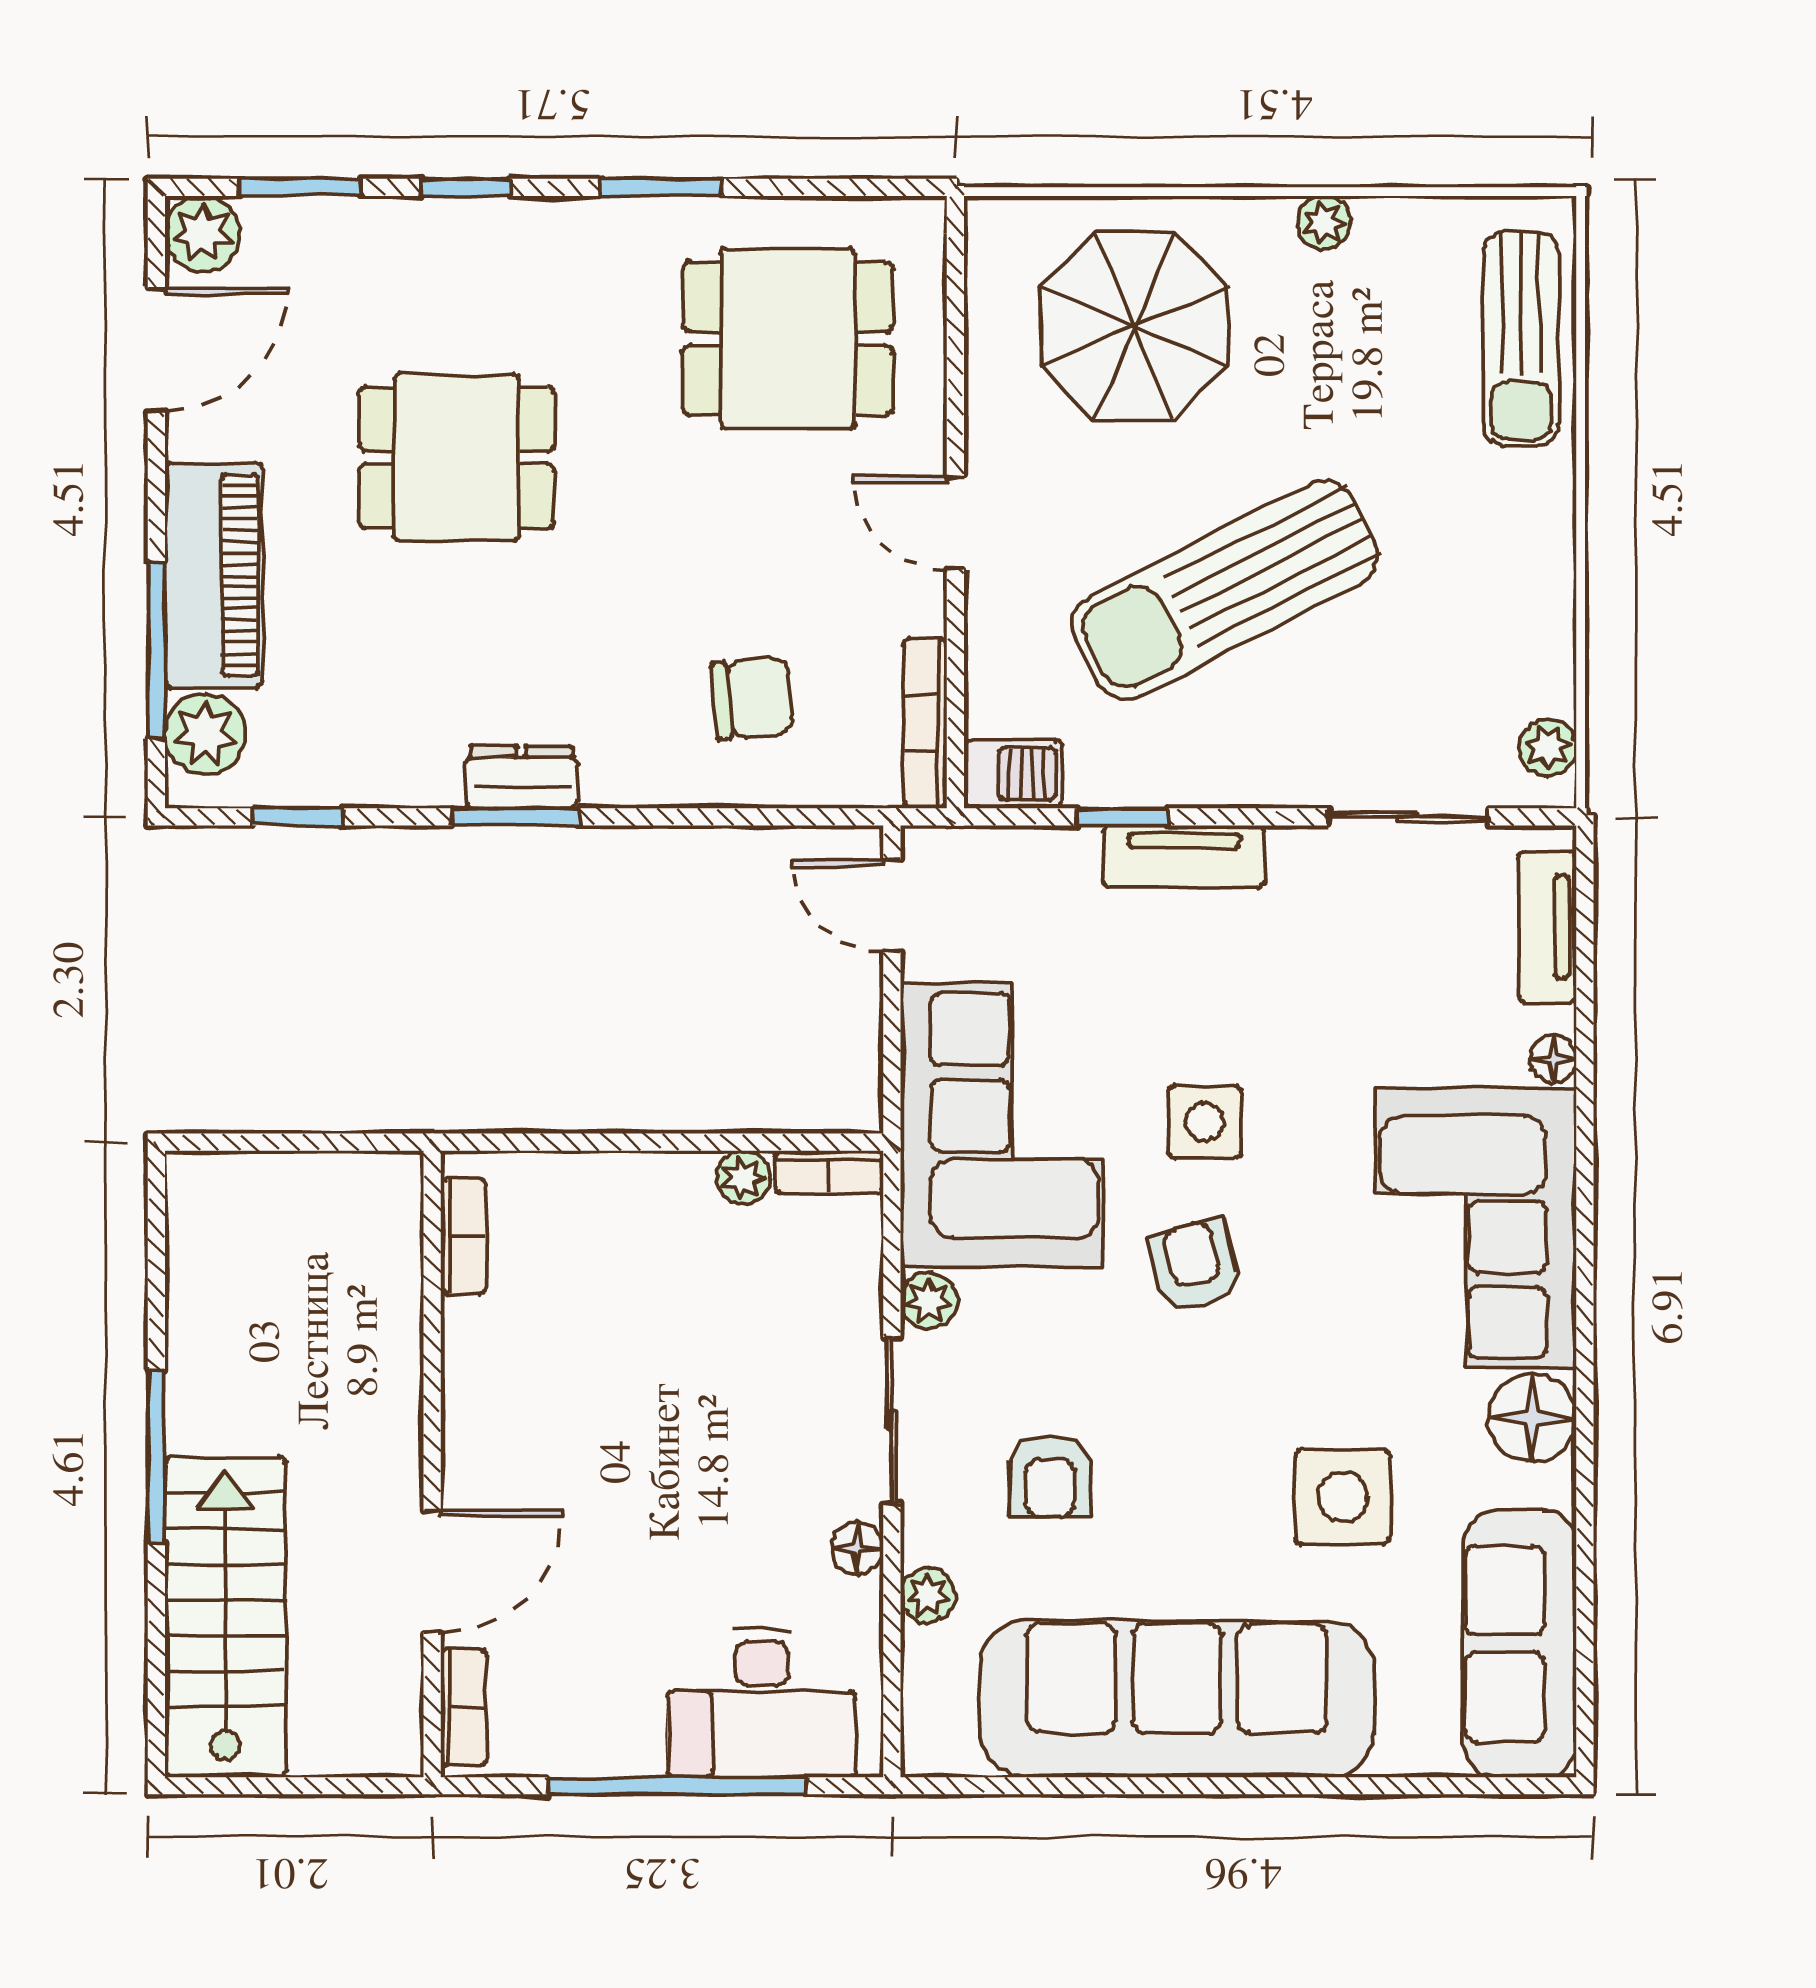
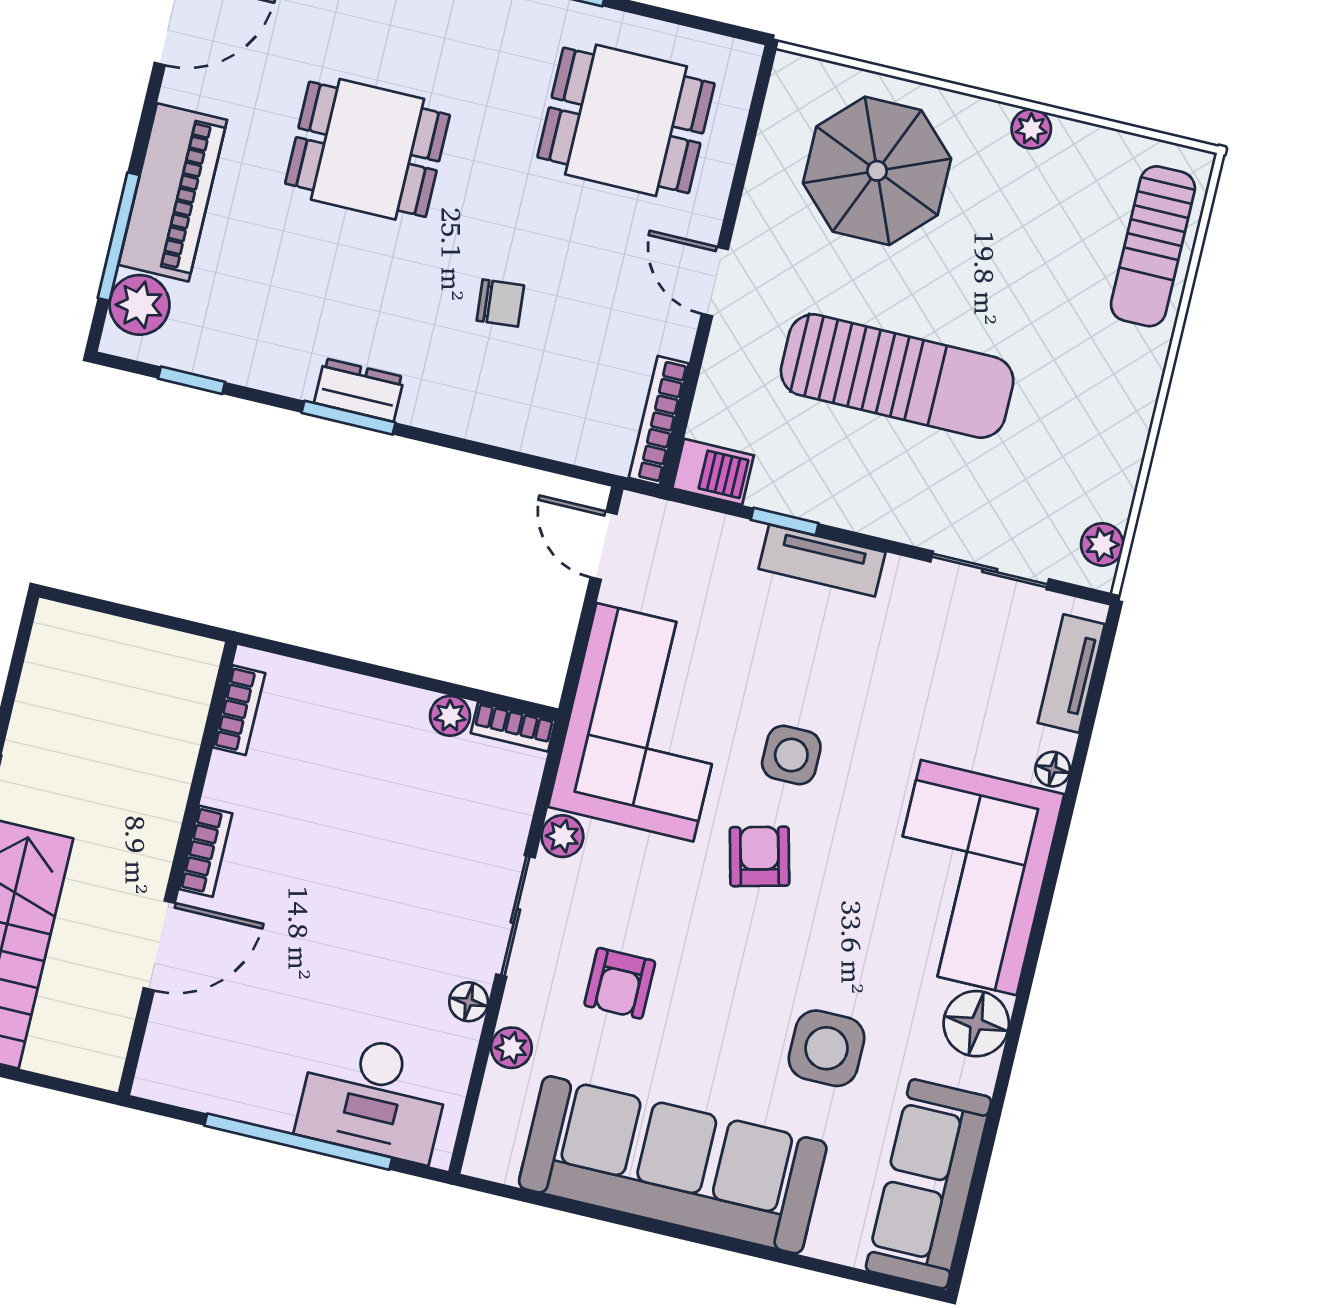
sun lounger: (1225, 590) -> (897, 376), turned -153
chair: (752, 698) -> (500, 303), moved, width x0.73, depth x0.73
bookcase: (464, 1707) -> (206, 851), moved

